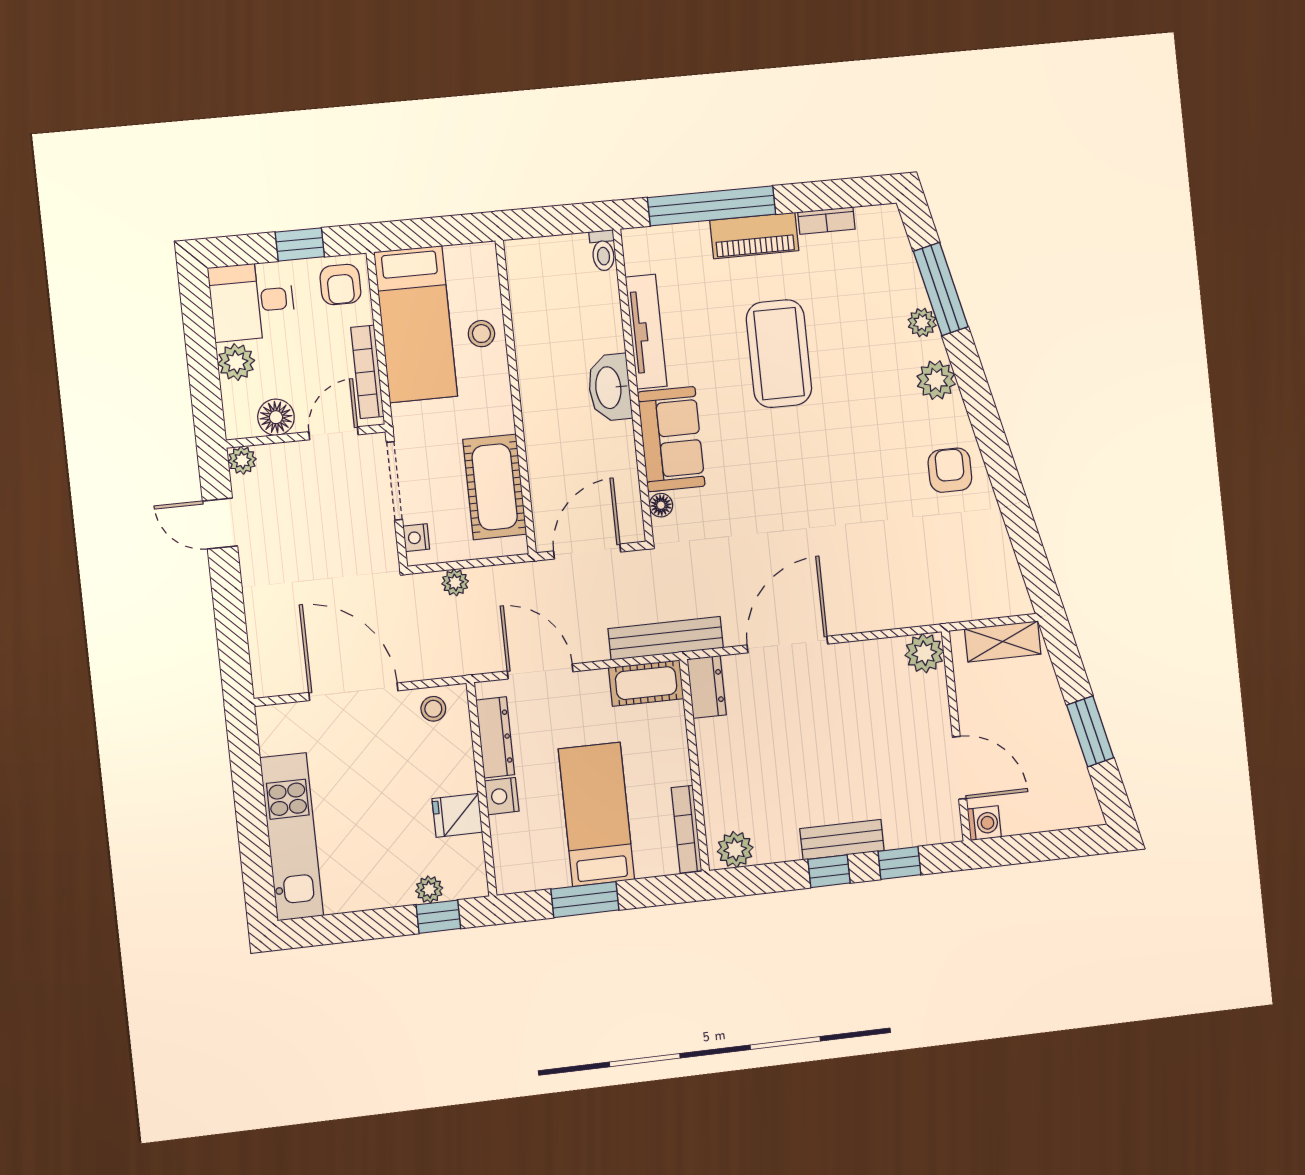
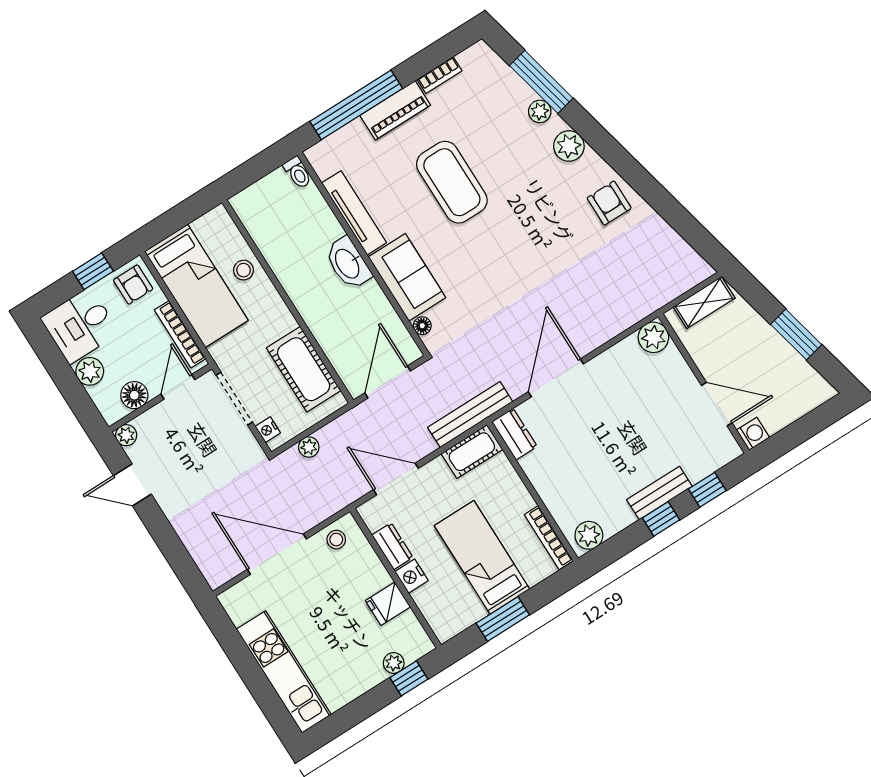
dresser: (495, 737) -> (392, 546), width x0.70

